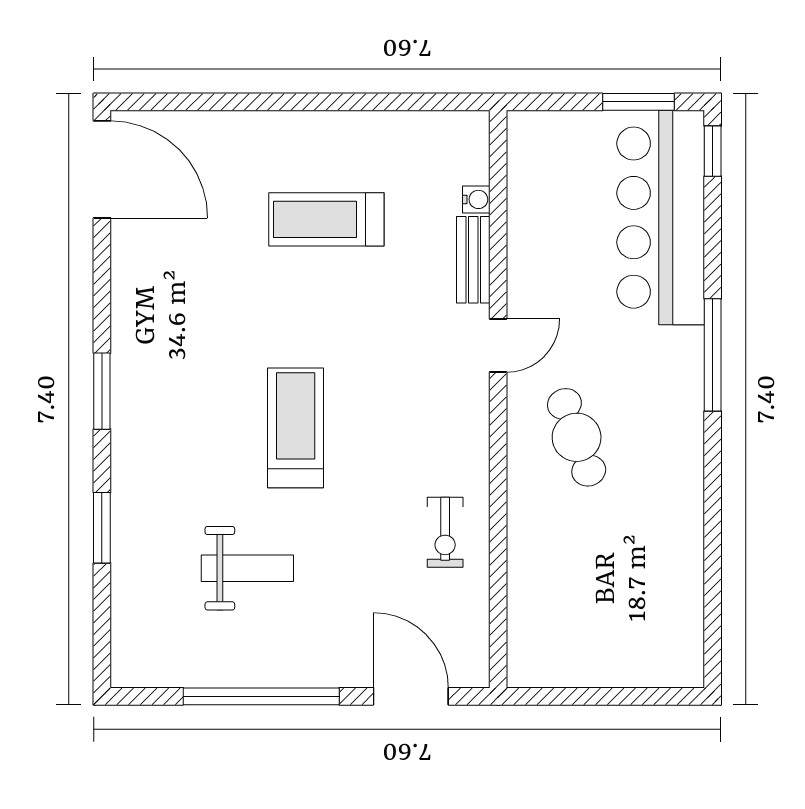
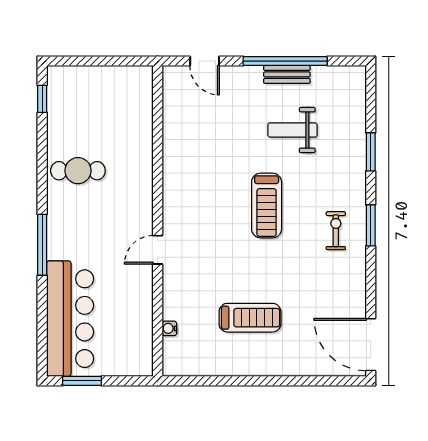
window: (713, 151) -> (42, 99), moved
bench: (473, 260) -> (287, 74), moved, turned 90
cafe table: (577, 437) -> (78, 171), moved, turned -70
exercise bike: (445, 532) -> (336, 231), moved
door: (411, 696) -> (205, 61), width x0.73

